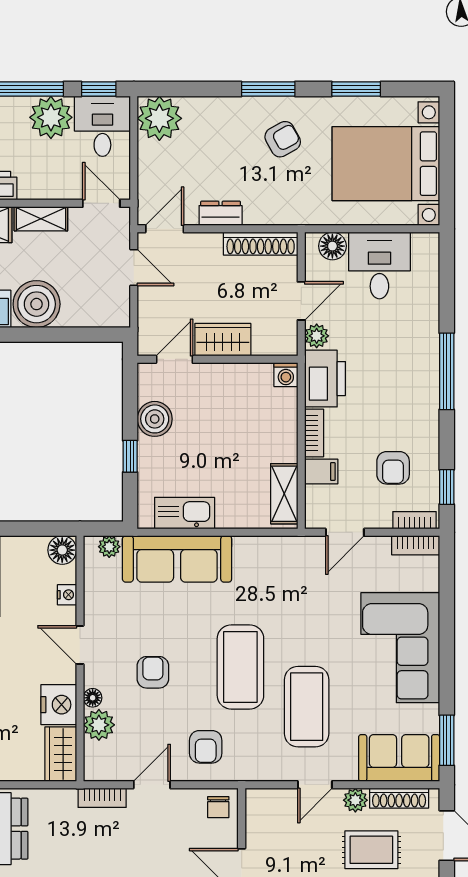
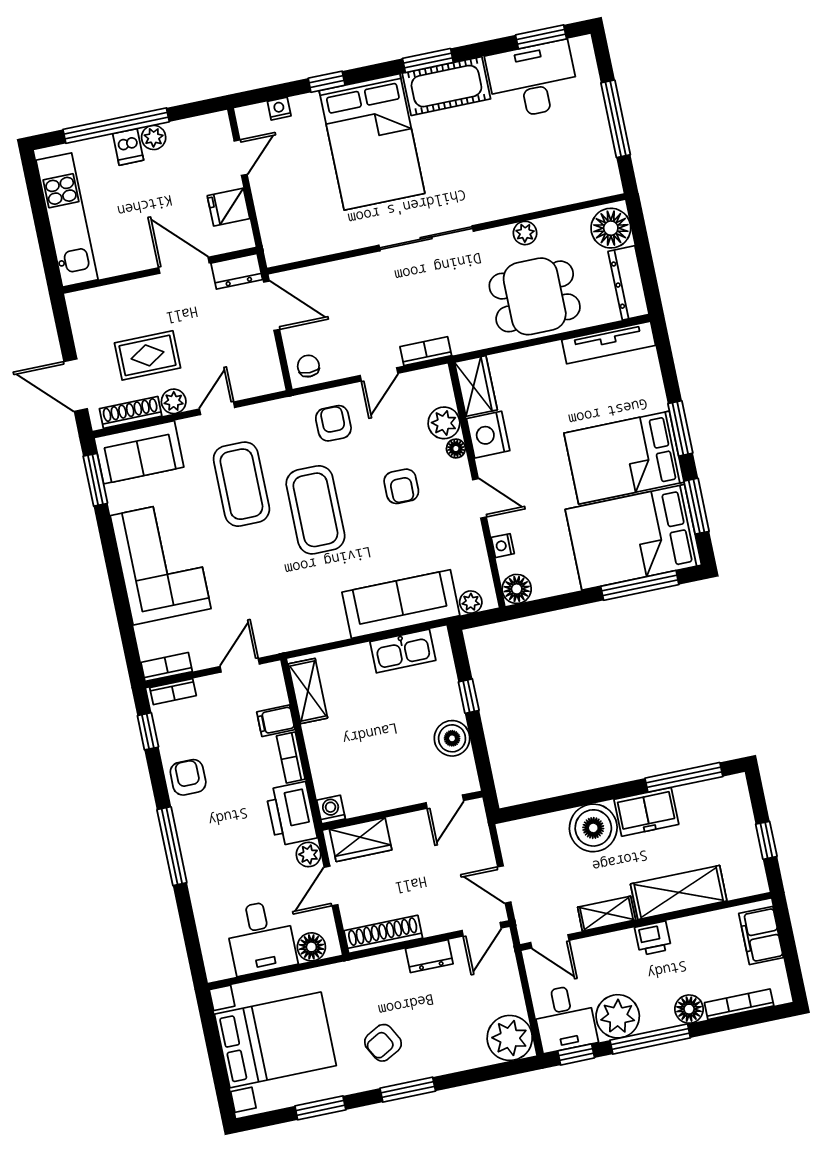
wardrobe: (223, 340) -> (361, 840), moved
armchair: (393, 468) -> (188, 777), moved

